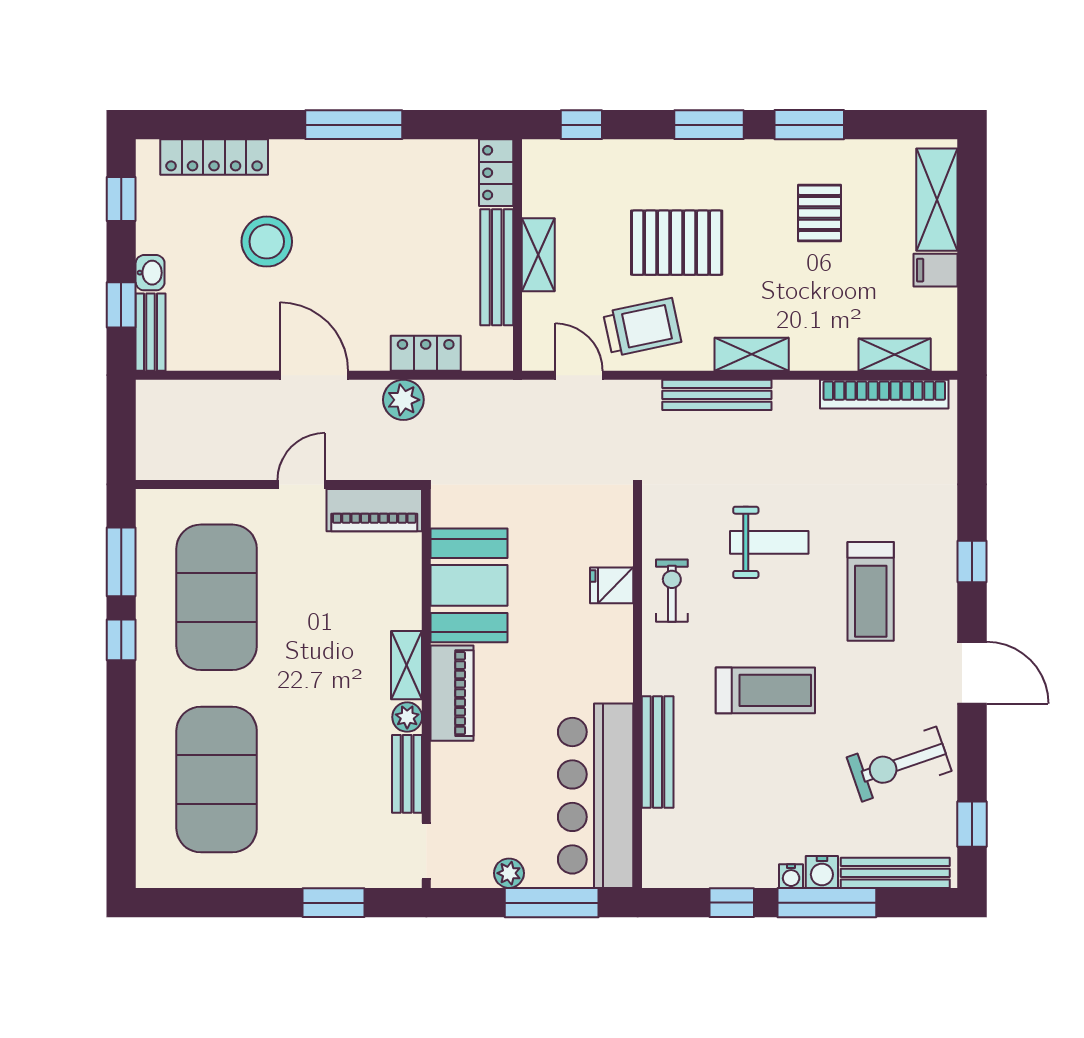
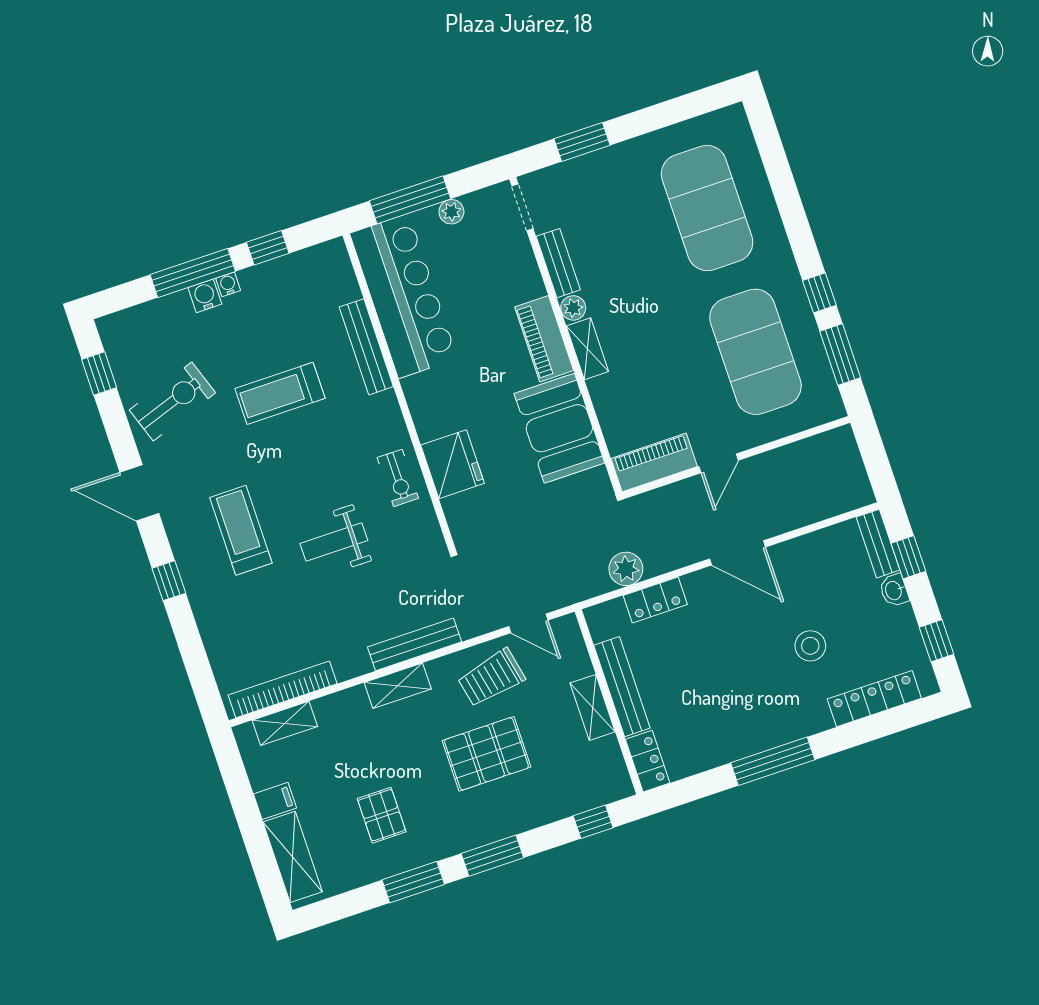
stool: (267, 242) -> (810, 646), width x0.73, depth x0.73
plant: (403, 400) -> (626, 569), moved
fridge: (612, 585) -> (453, 464), width x1.88, depth x1.34
treadmill: (765, 690) -> (280, 393), moved
bench: (895, 873) -> (147, 315), removed

